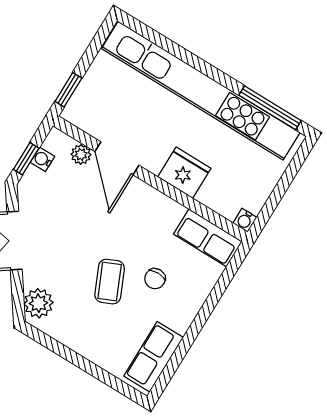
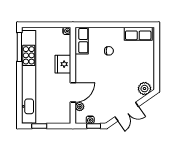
window: (68, 90) -> (39, 126), moved
coffee table: (110, 282) -> (120, 67), removed

